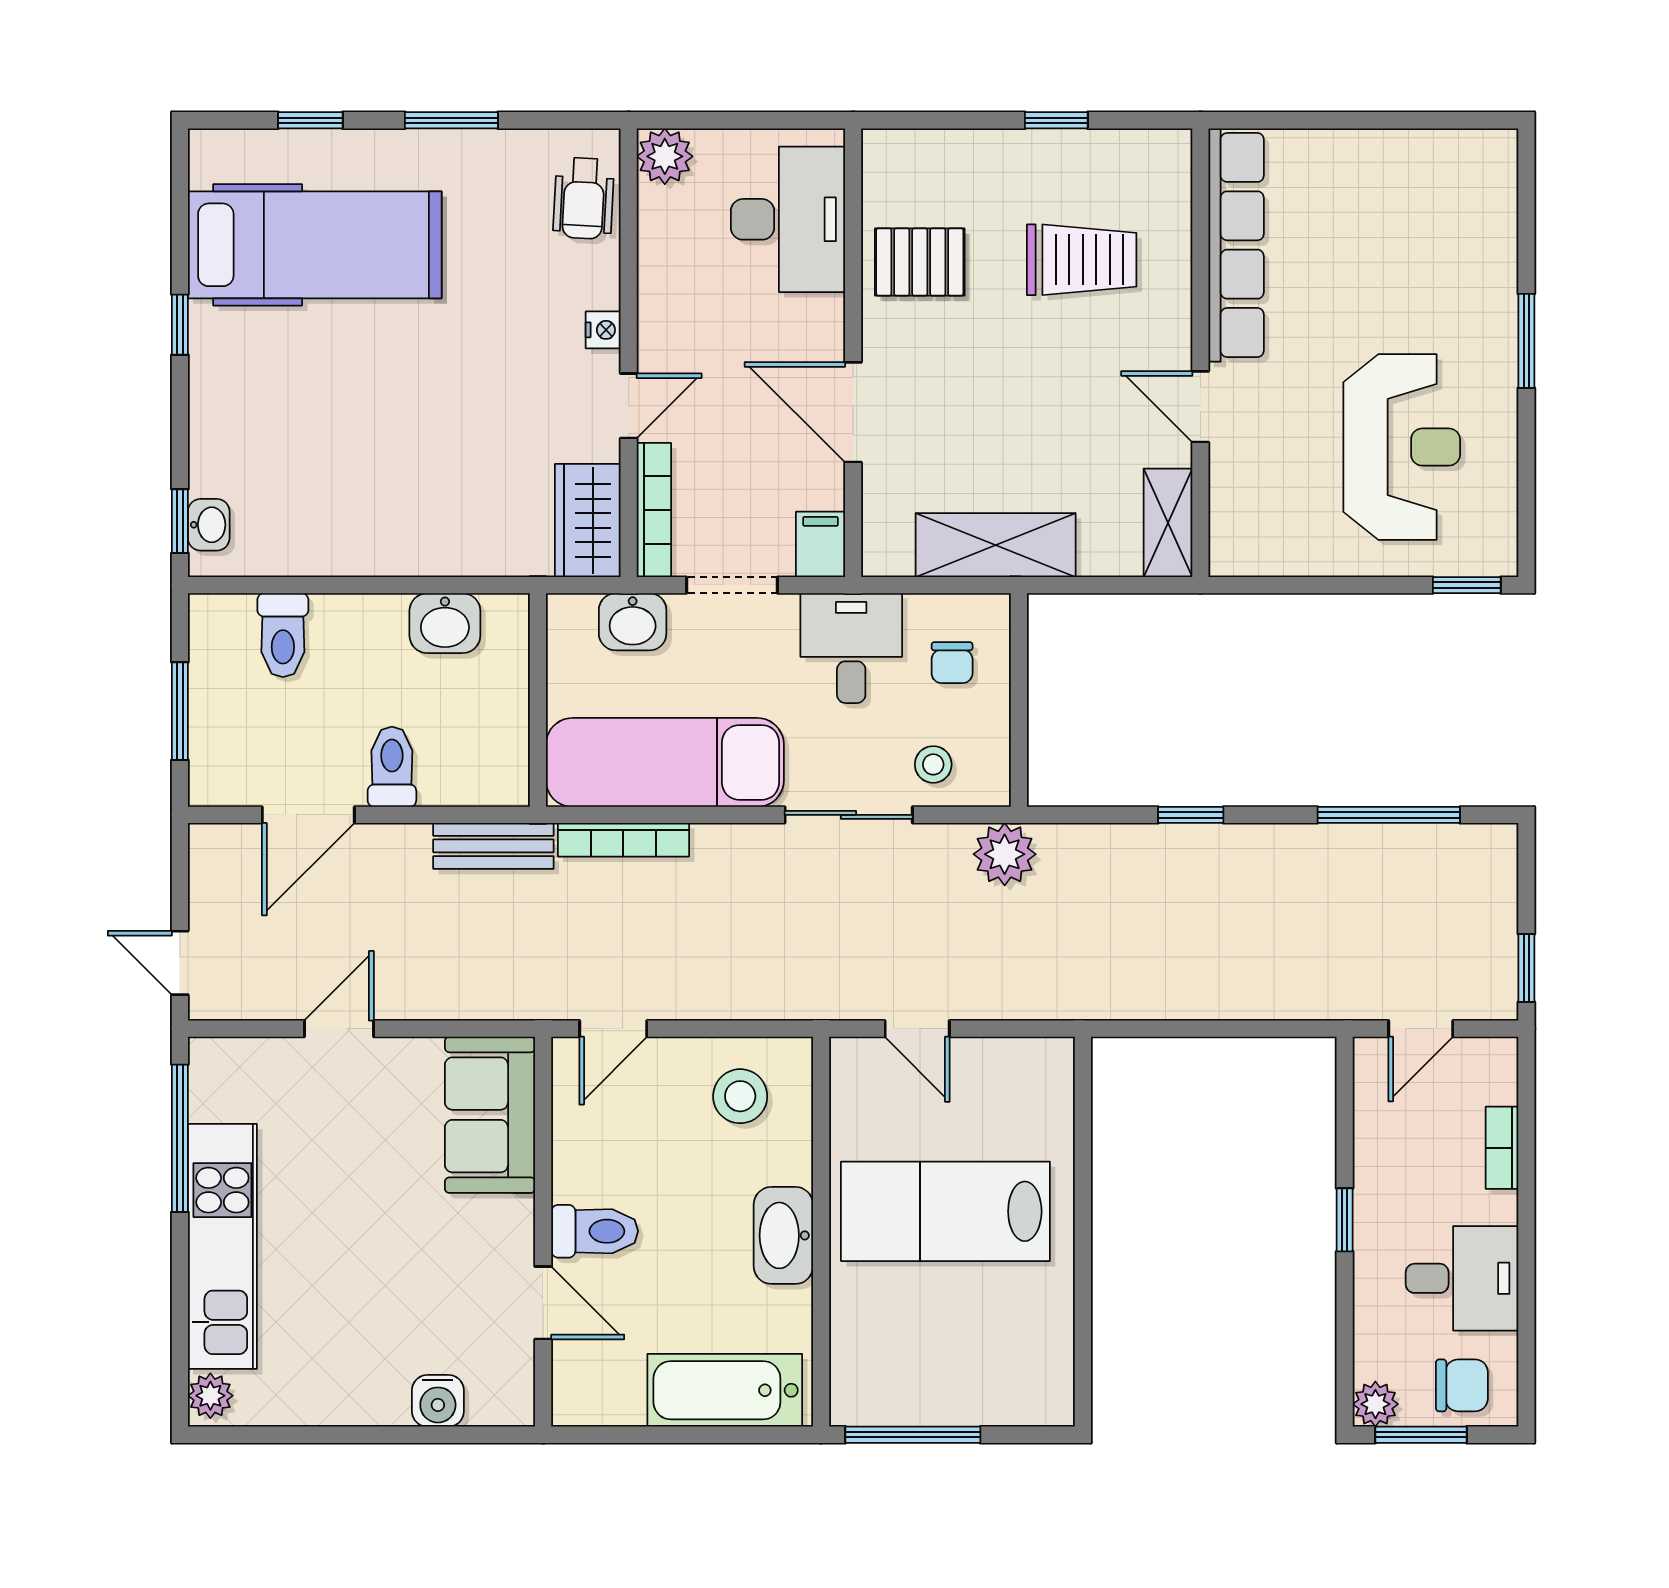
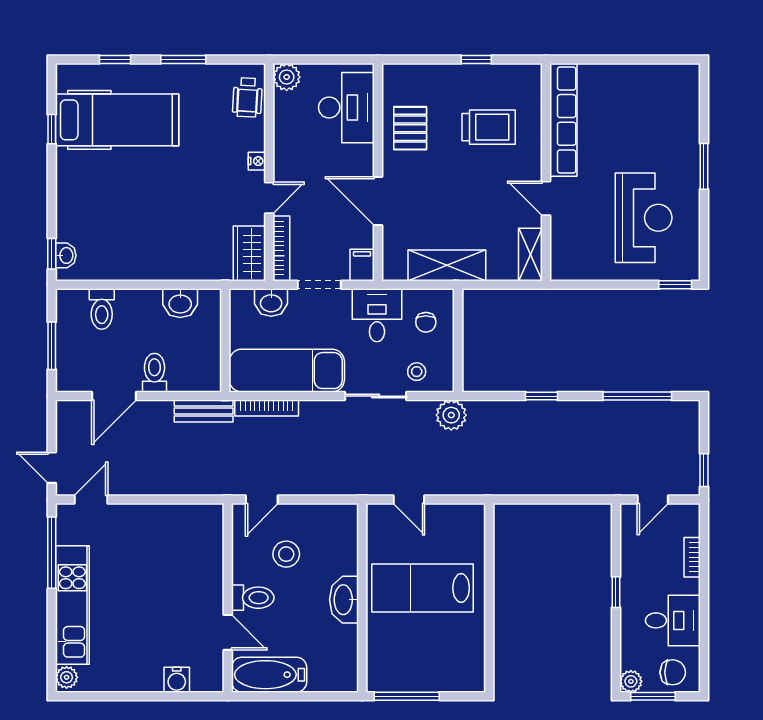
pallet: (920, 262) -> (410, 128), turned 90
window: (180, 325) -> (52, 129), moved
door: (339, 1029) -> (91, 500), moved
stool: (740, 1096) -> (286, 554), moved
sofa: (490, 1115) -> (202, 541), removed
bathtub: (725, 1390) -> (269, 675), moved

